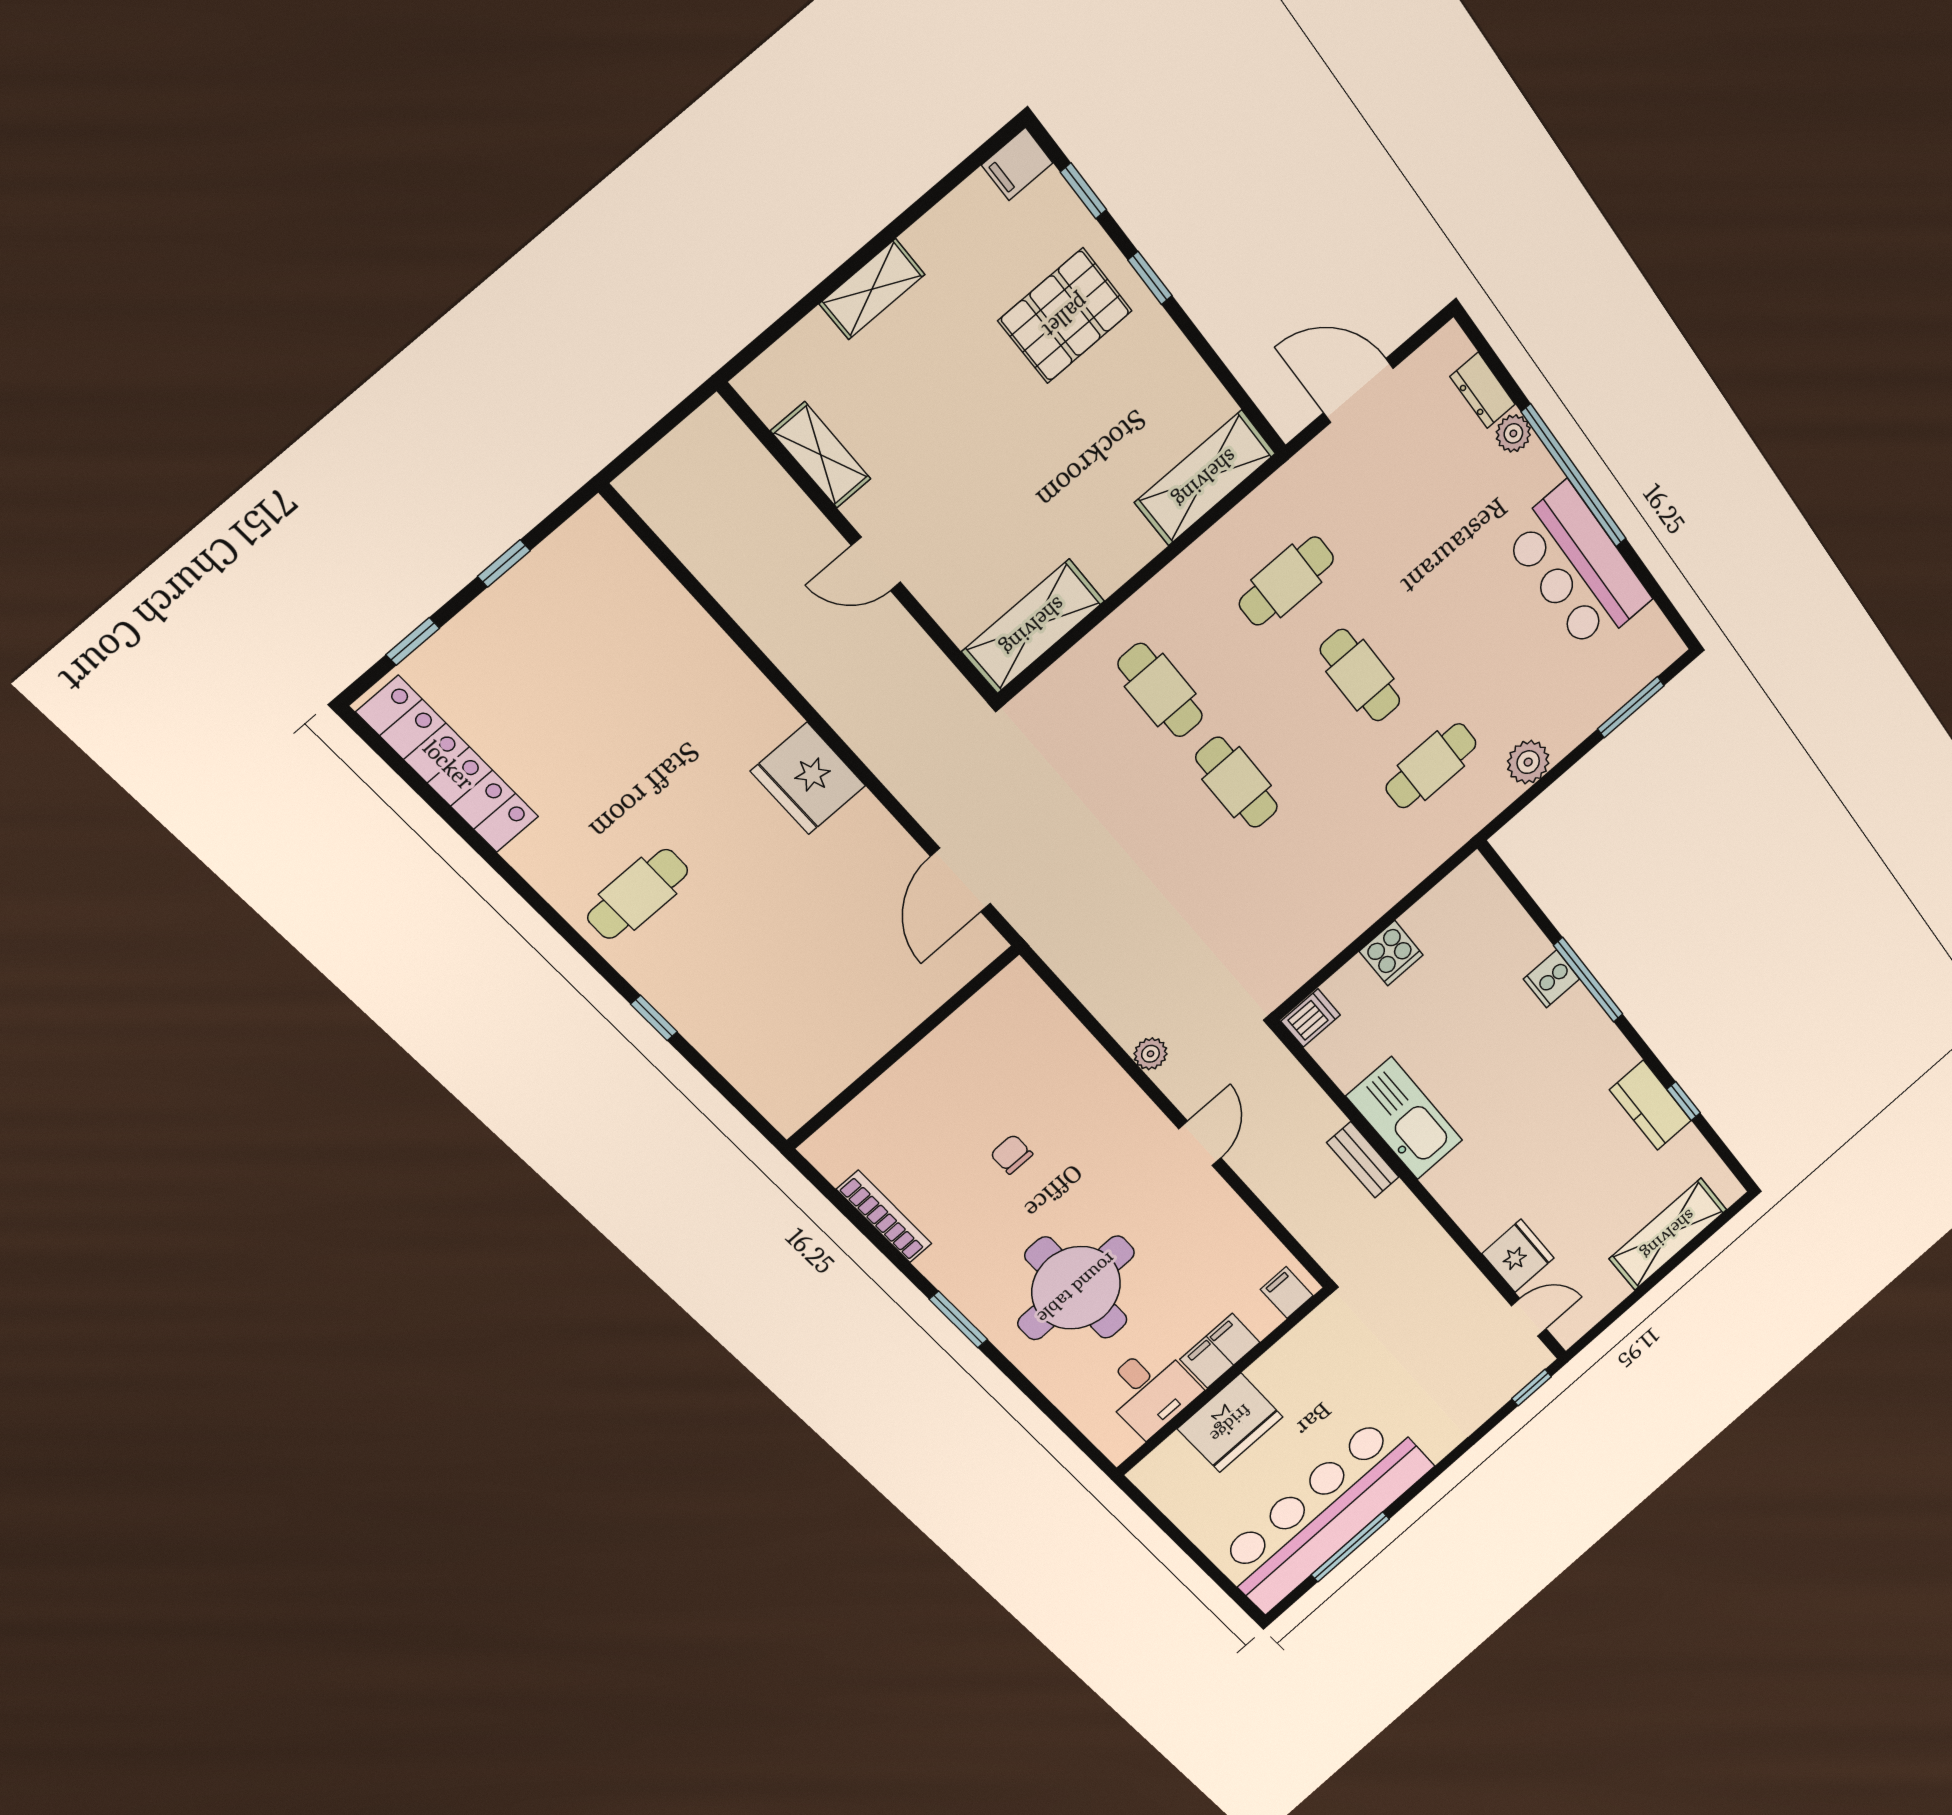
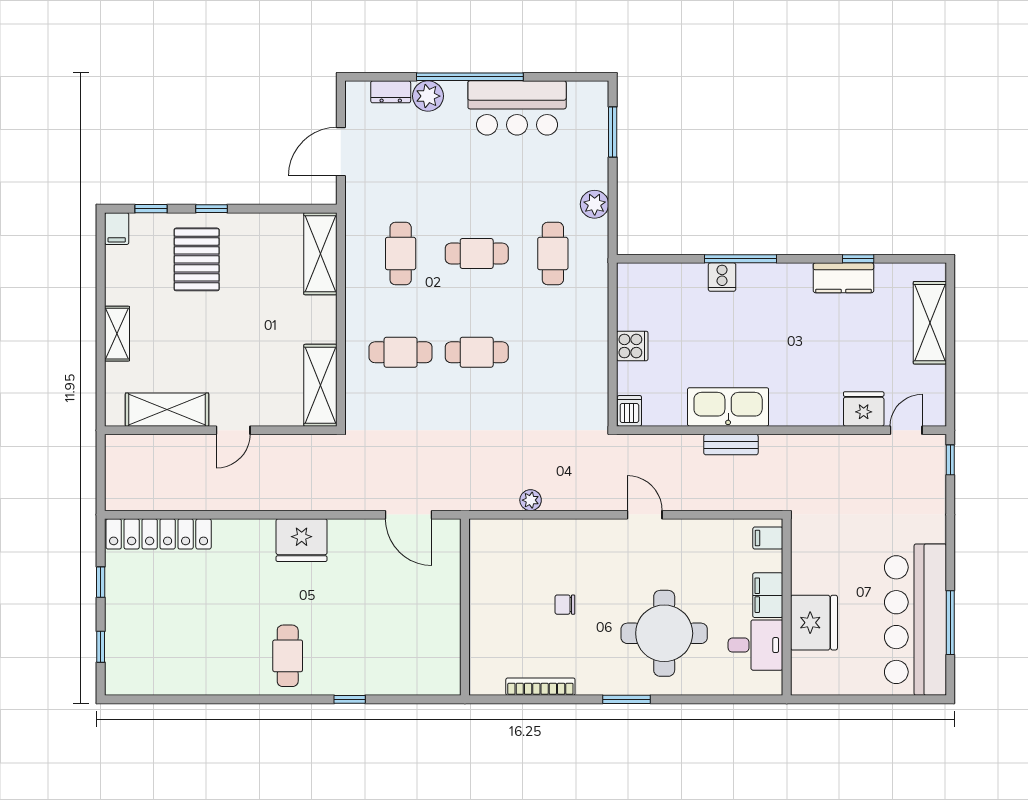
plant: (1513, 433) -> (428, 96), width x1.38, depth x1.38
shelving: (821, 455) -> (167, 410), width x1.50, depth x1.33
locker: (448, 765) -> (159, 534), moved, turned 180
plant: (1151, 1054) -> (531, 500), moved

